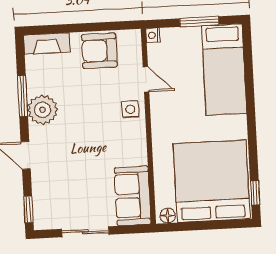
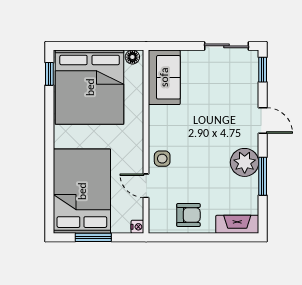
armchair: (99, 51) -> (188, 215), width x0.72, depth x0.72
bed: (224, 70) -> (82, 191), width x1.50
sliding door: (85, 232) -> (227, 46), moved

